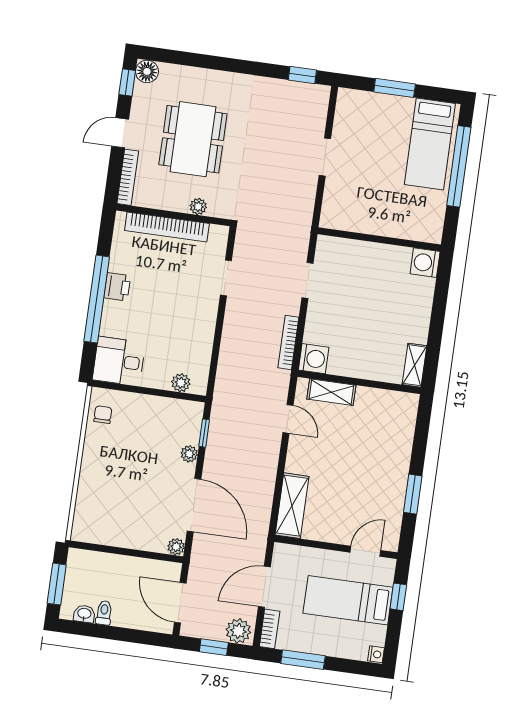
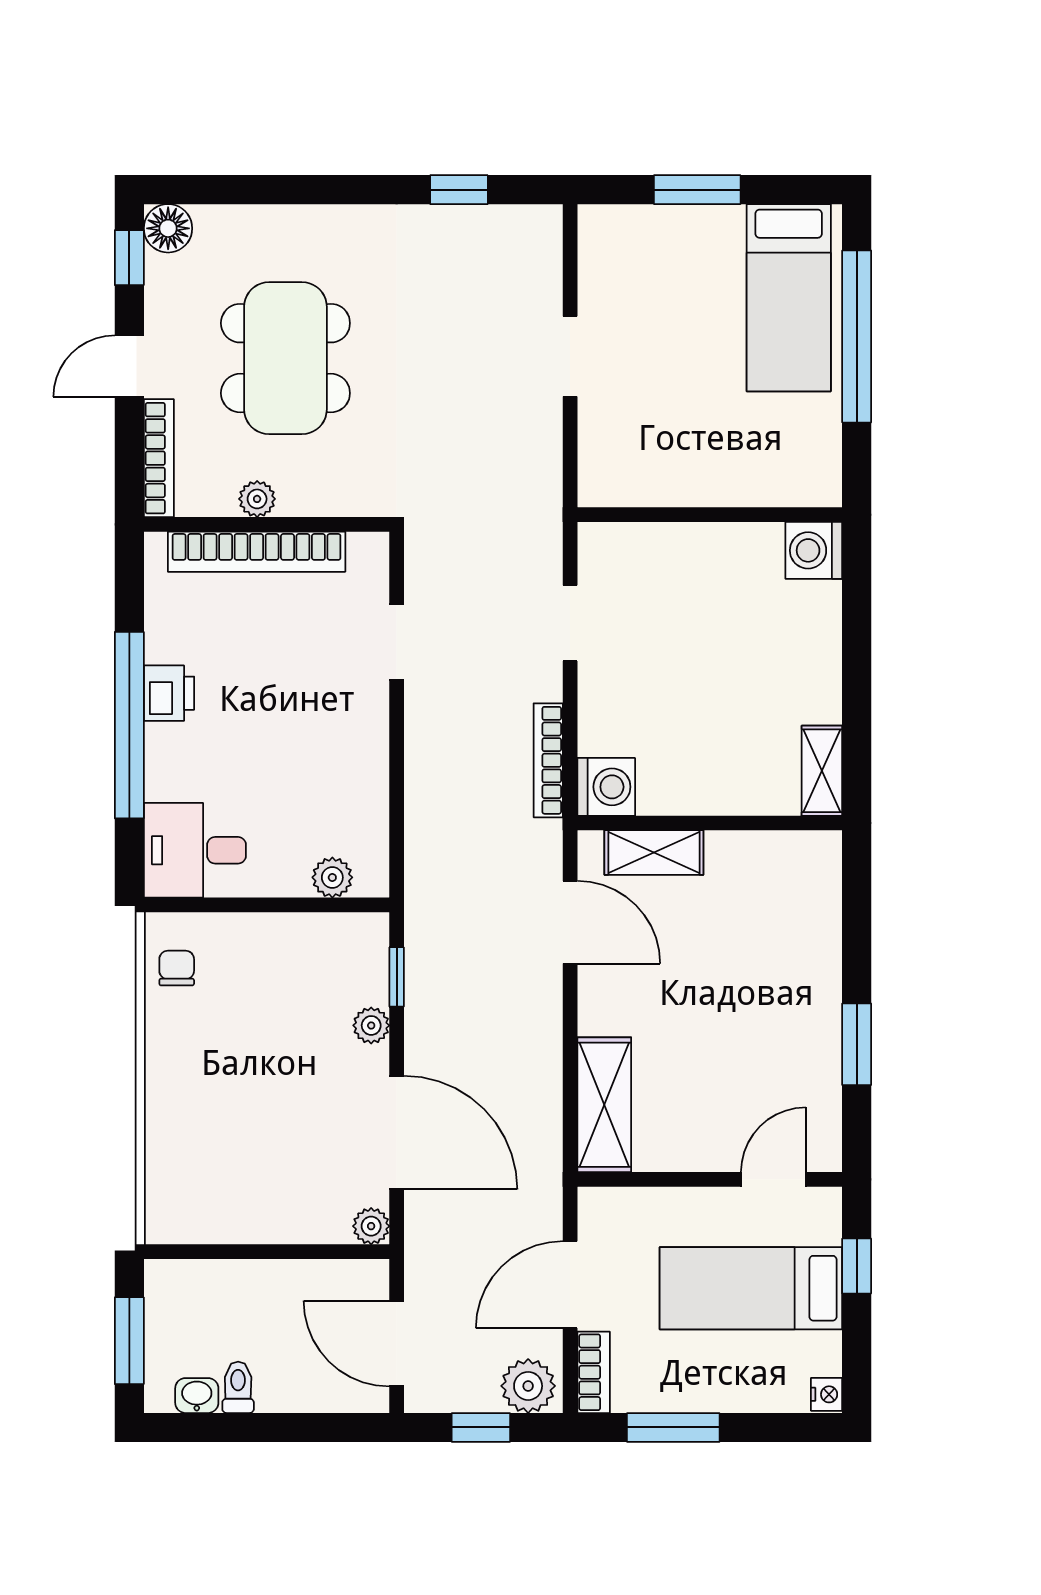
window: (302, 75) -> (459, 190), moved
plant: (198, 206) -> (257, 499), moved
door: (288, 419) -> (570, 922), width x1.38

